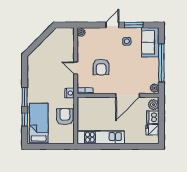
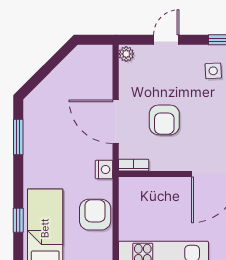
door: (112, 25) -> (166, 40), moved
door: (76, 68) -> (116, 122), width x1.88
window: (25, 97) -> (18, 137), moved

